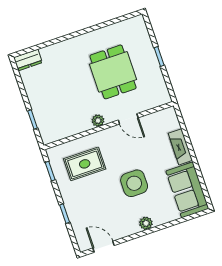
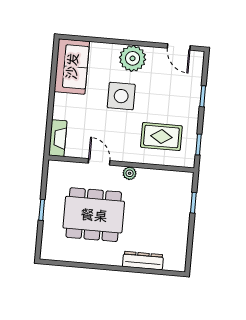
dresser: (28, 60) -> (143, 261), moved, width x1.44
dining table: (113, 72) -> (94, 215), width x1.38
fireplace: (180, 147) -> (58, 138), moved
plant: (146, 223) -> (133, 58), width x1.88, depth x1.88

